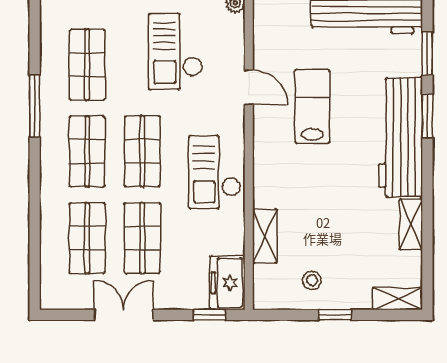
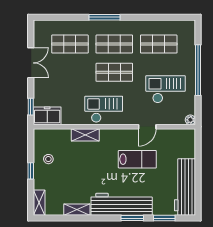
window: (35, 106) -> (105, 17), moved
shelving: (265, 236) -> (85, 135), moved
shop shelf: (142, 238) -> (70, 72), removed

